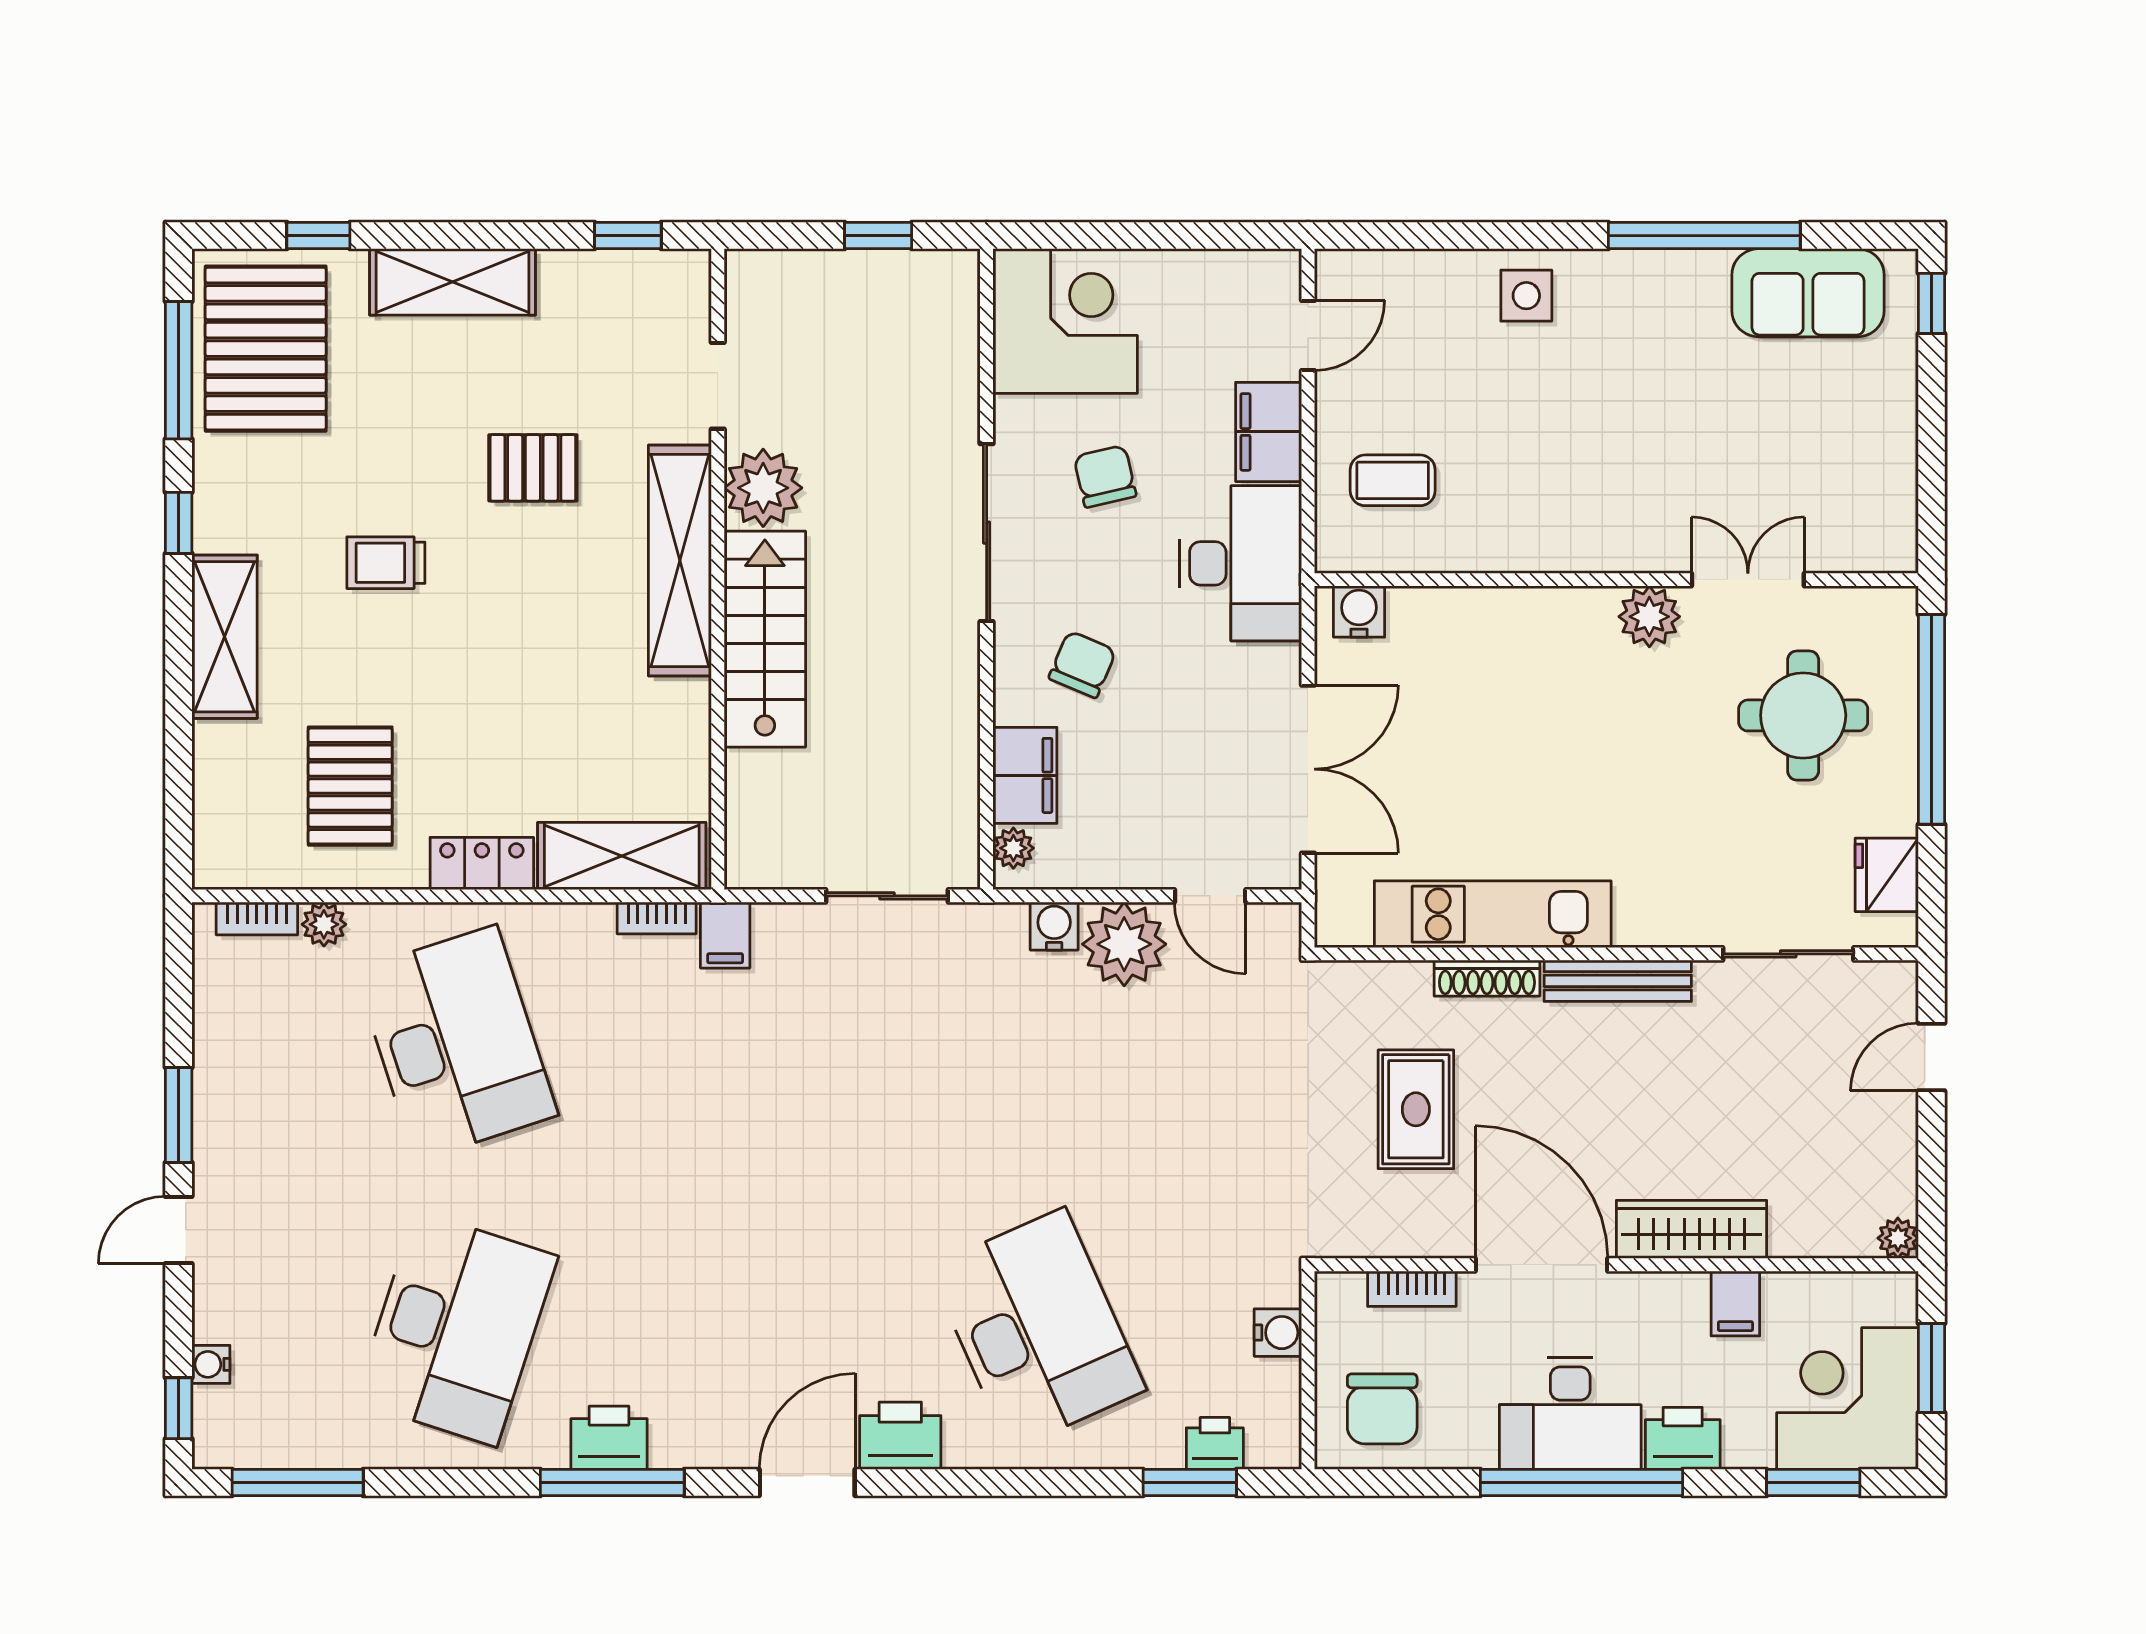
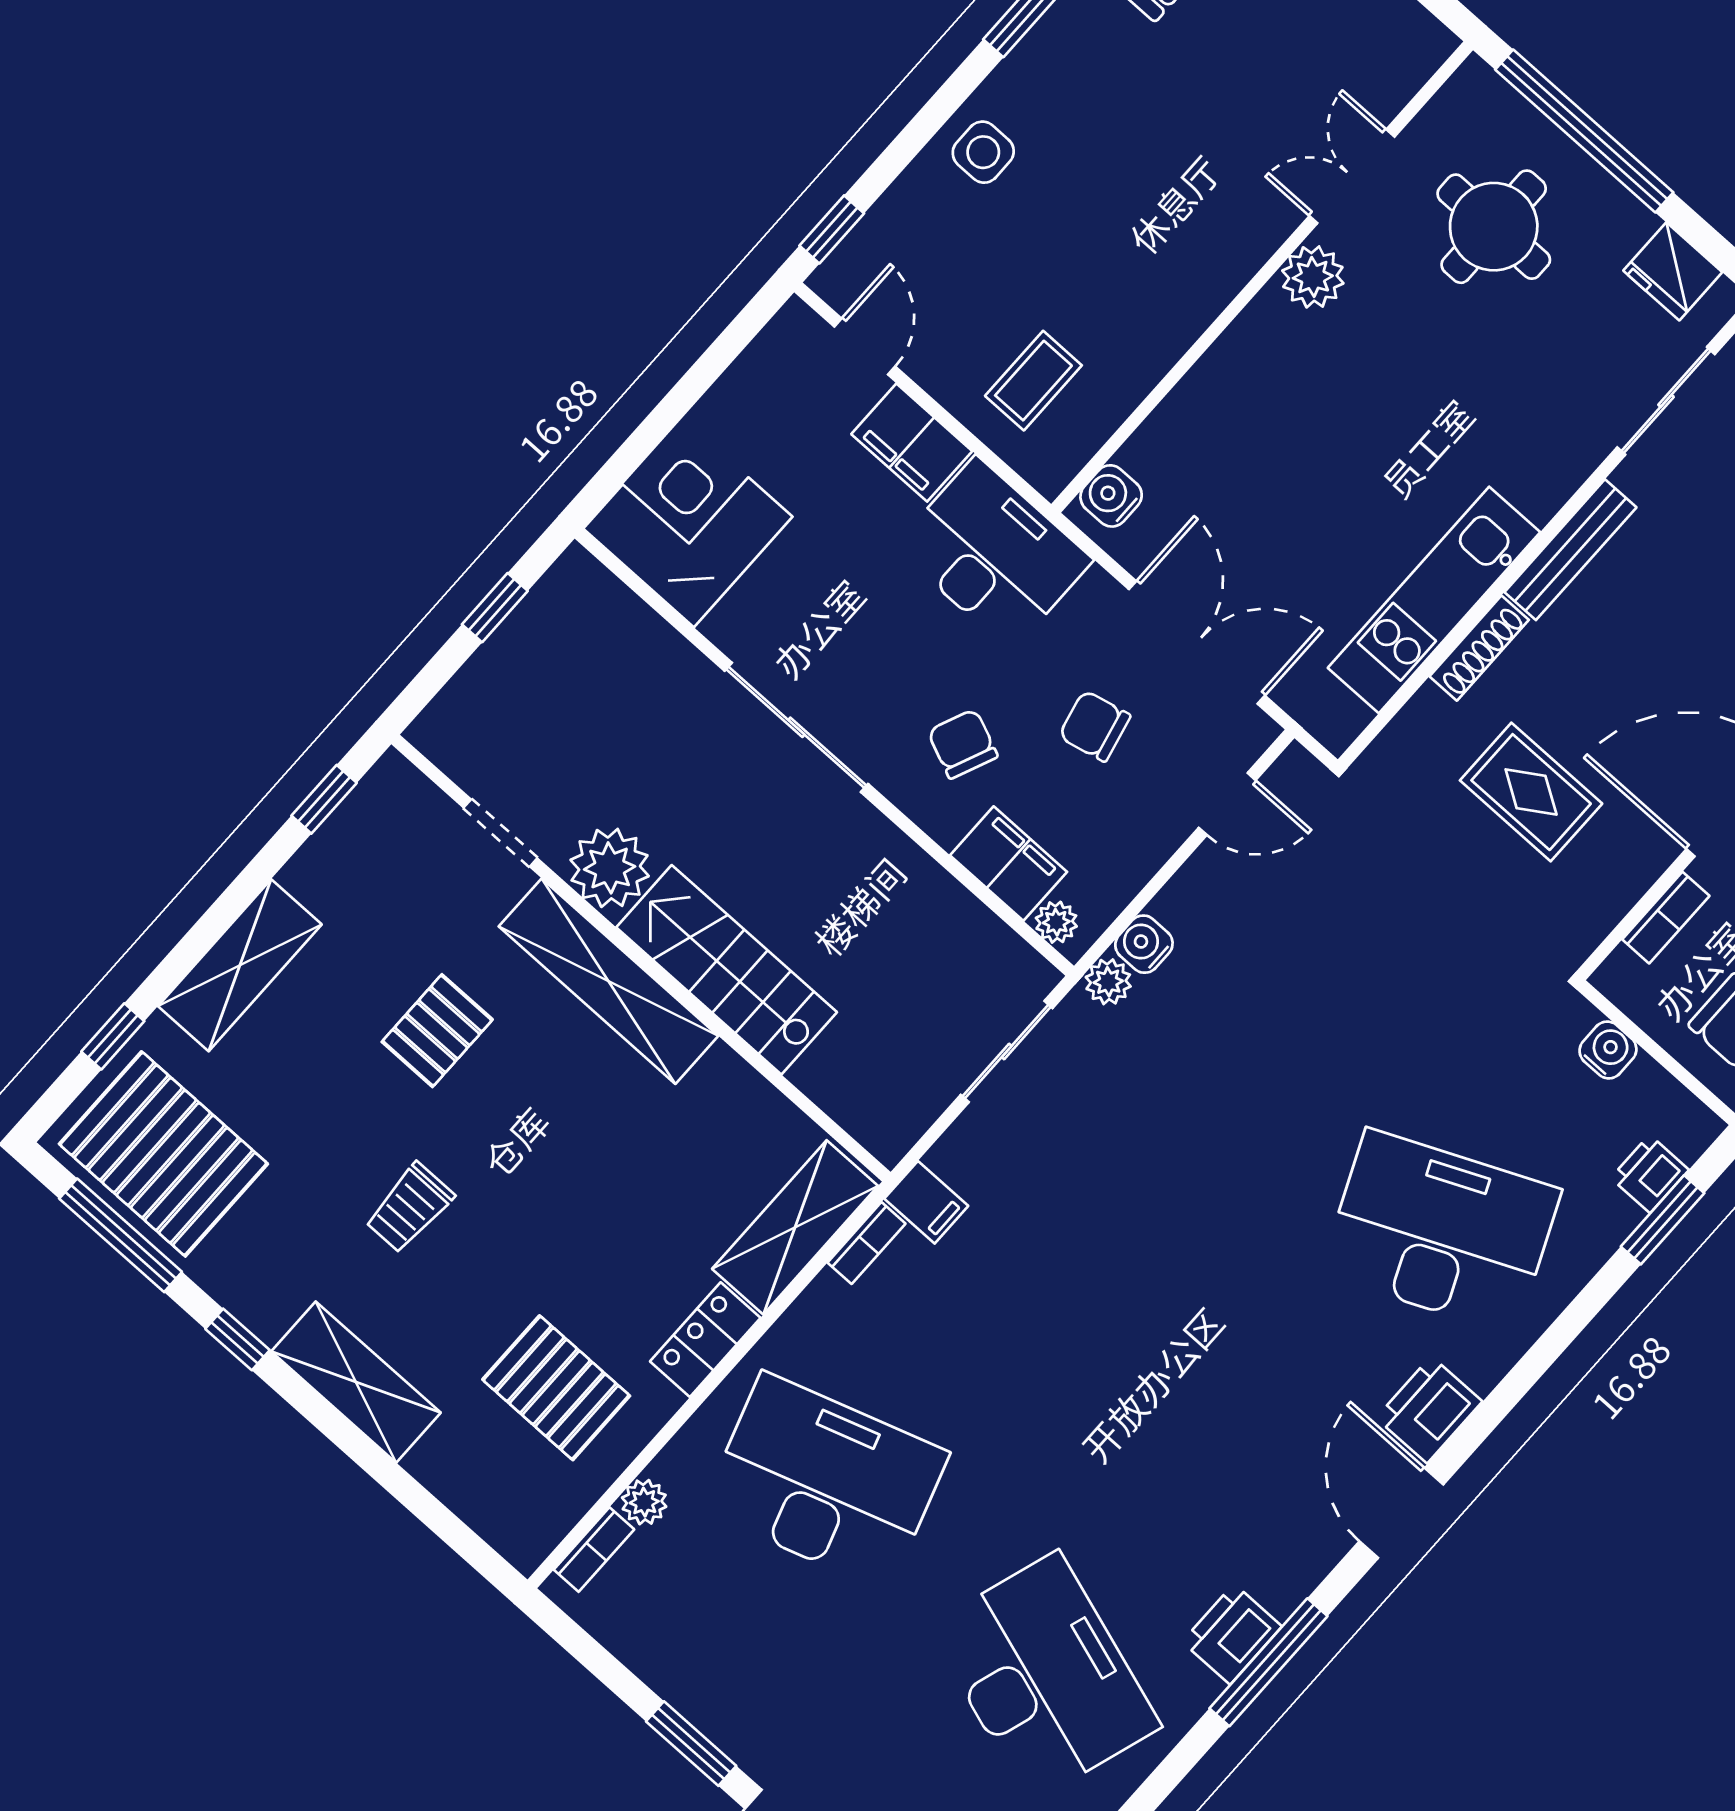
window: (1372, 236) -> (832, 229), added
chair: (1105, 476) -> (1095, 726), moved
plant: (1124, 944) -> (1108, 982), moved, width x0.53, depth x0.53

